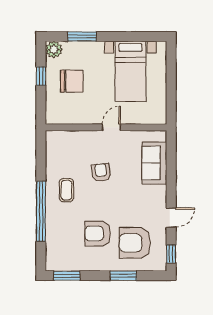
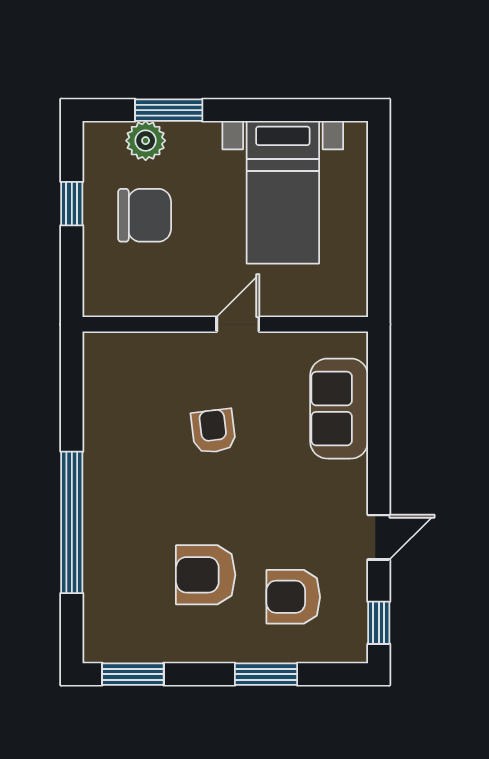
plant: (54, 49) -> (146, 141), moved
coffee table: (66, 190) -> (132, 473), removed
armchair: (135, 243) -> (293, 597), width x0.73, depth x0.73

